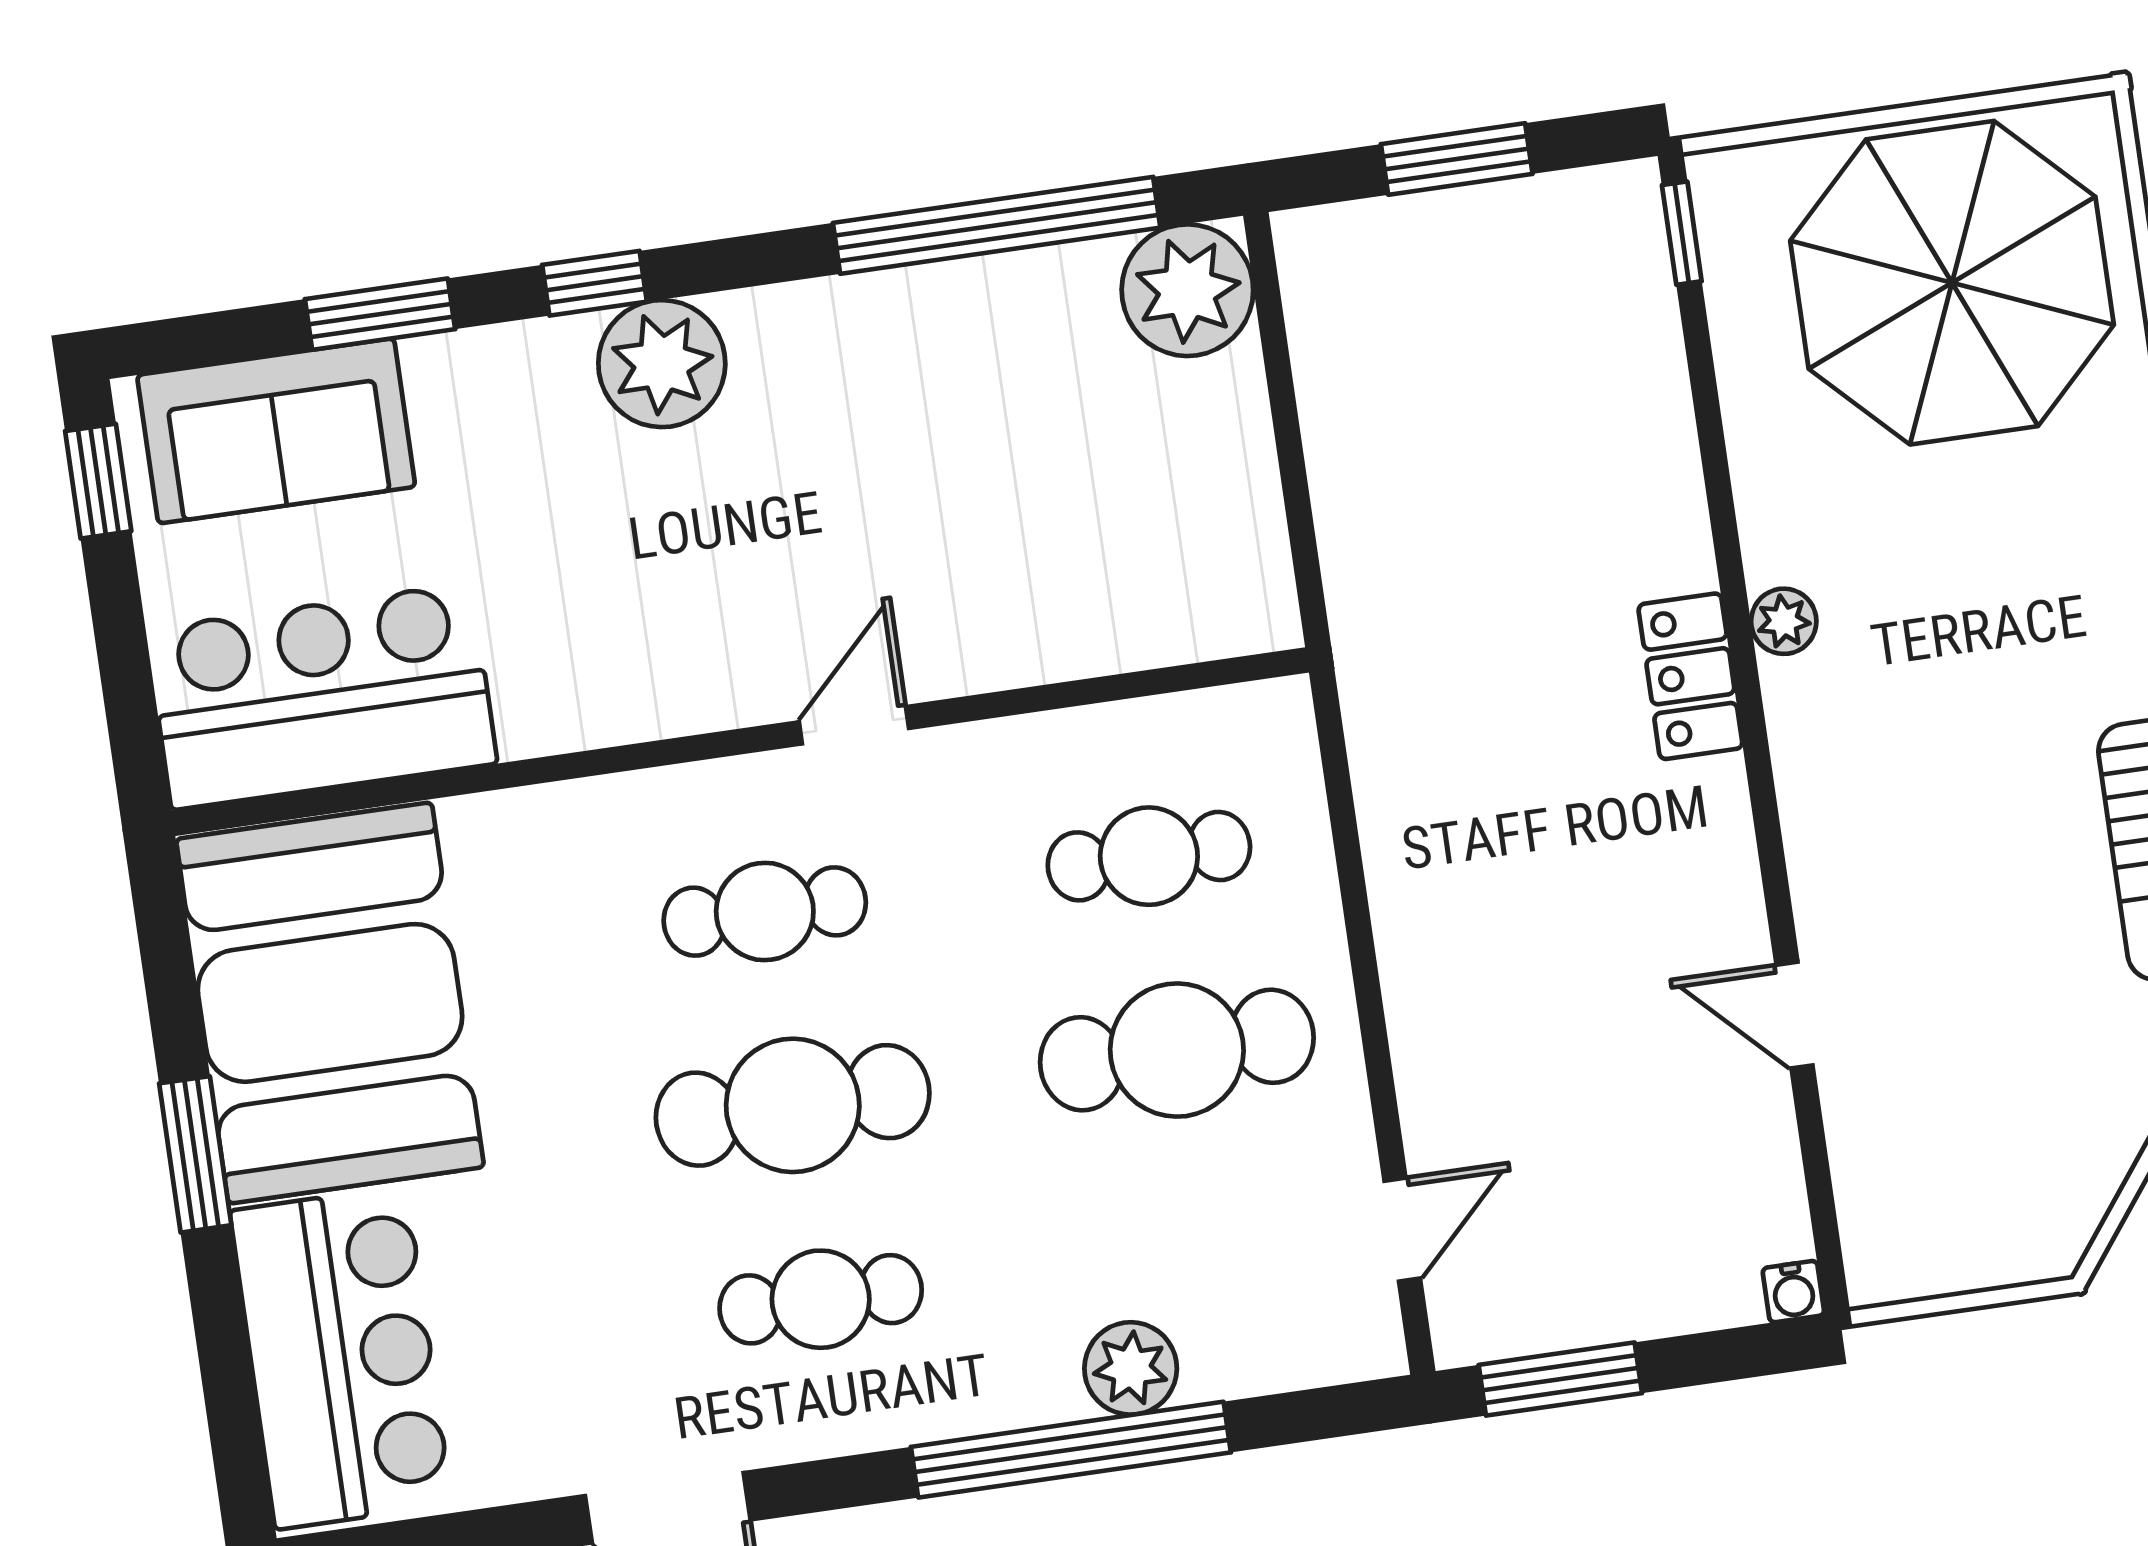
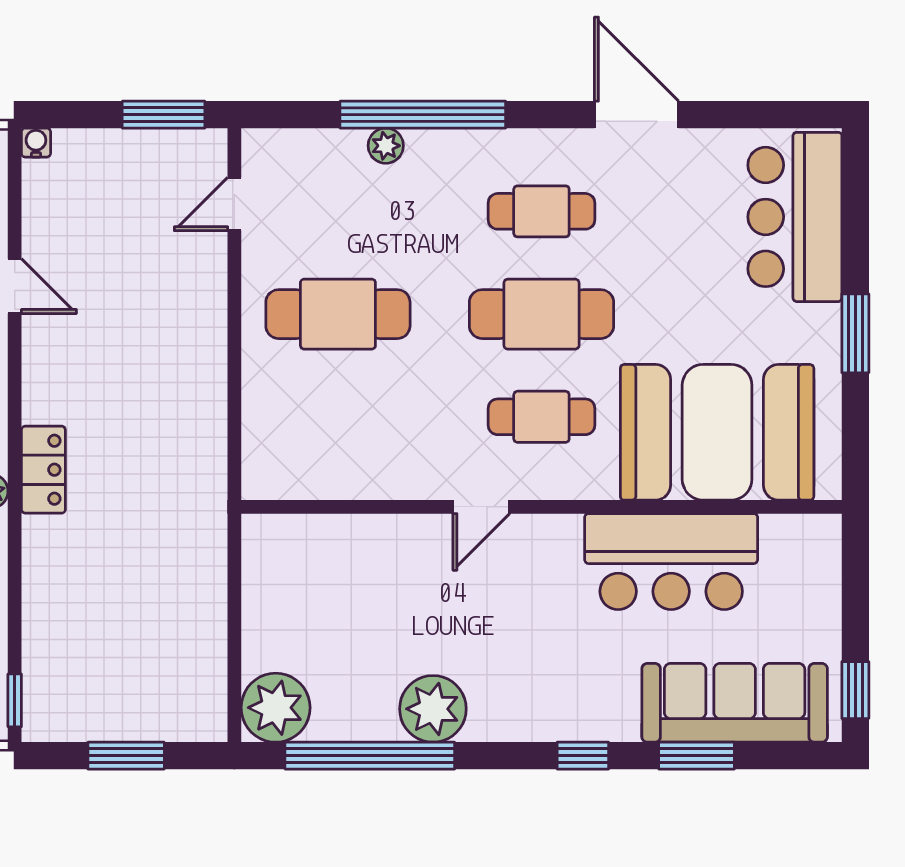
plant: (662, 364) -> (433, 709), moved
sofa: (276, 431) -> (735, 703), width x1.36
bar counter: (322, 696) -> (671, 562), moved
cafe table: (1149, 856) -> (338, 417), removed
booth: (330, 1003) -> (717, 432), moved, turned 90
plant: (1131, 1368) -> (386, 146), width x0.73, depth x0.73

